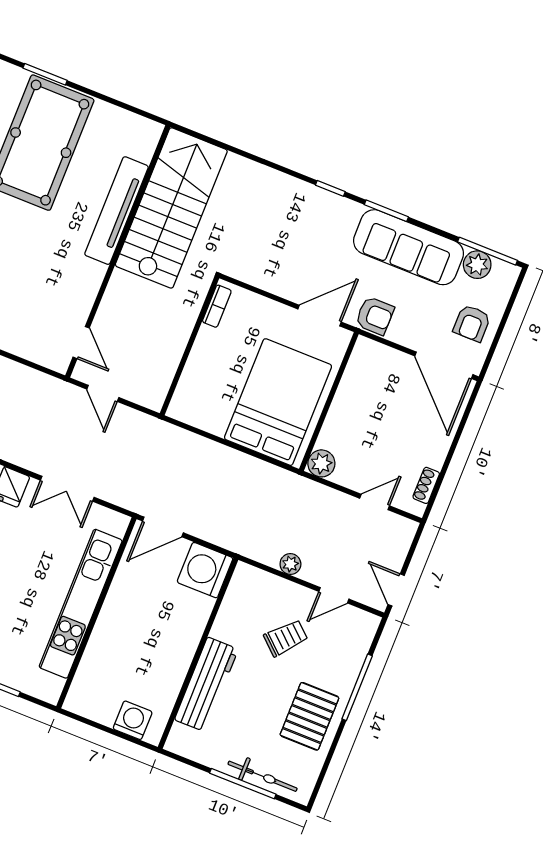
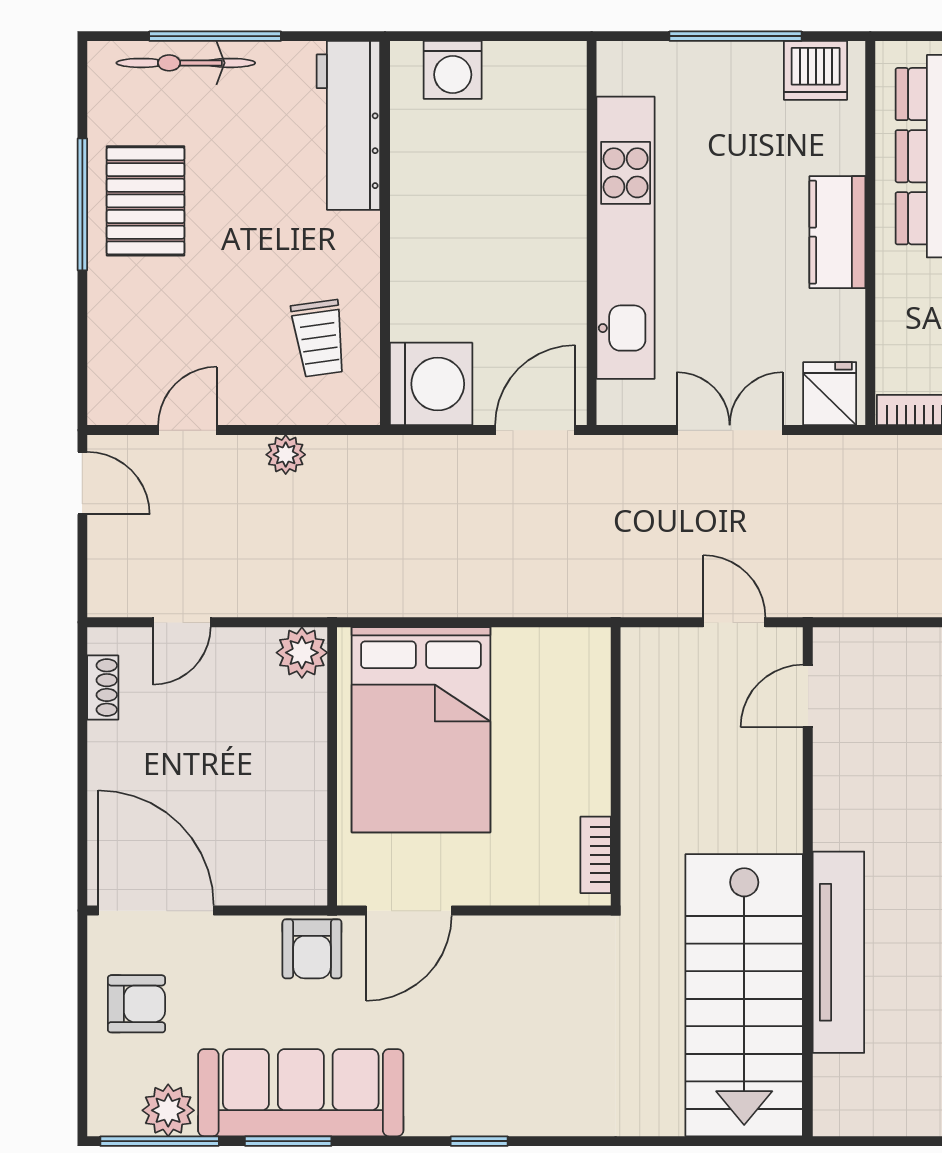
window: (386, 211) -> (288, 1141), moved
armchair: (375, 316) -> (312, 949), turned -90
armchair: (472, 323) -> (136, 1004), turned 90
door: (81, 343) -> (808, 696), hinge flipped
trolley: (286, 638) -> (319, 338), moved, turned -50
workbench: (206, 684) -> (348, 125), moved
window: (357, 687) -> (82, 204), moved

